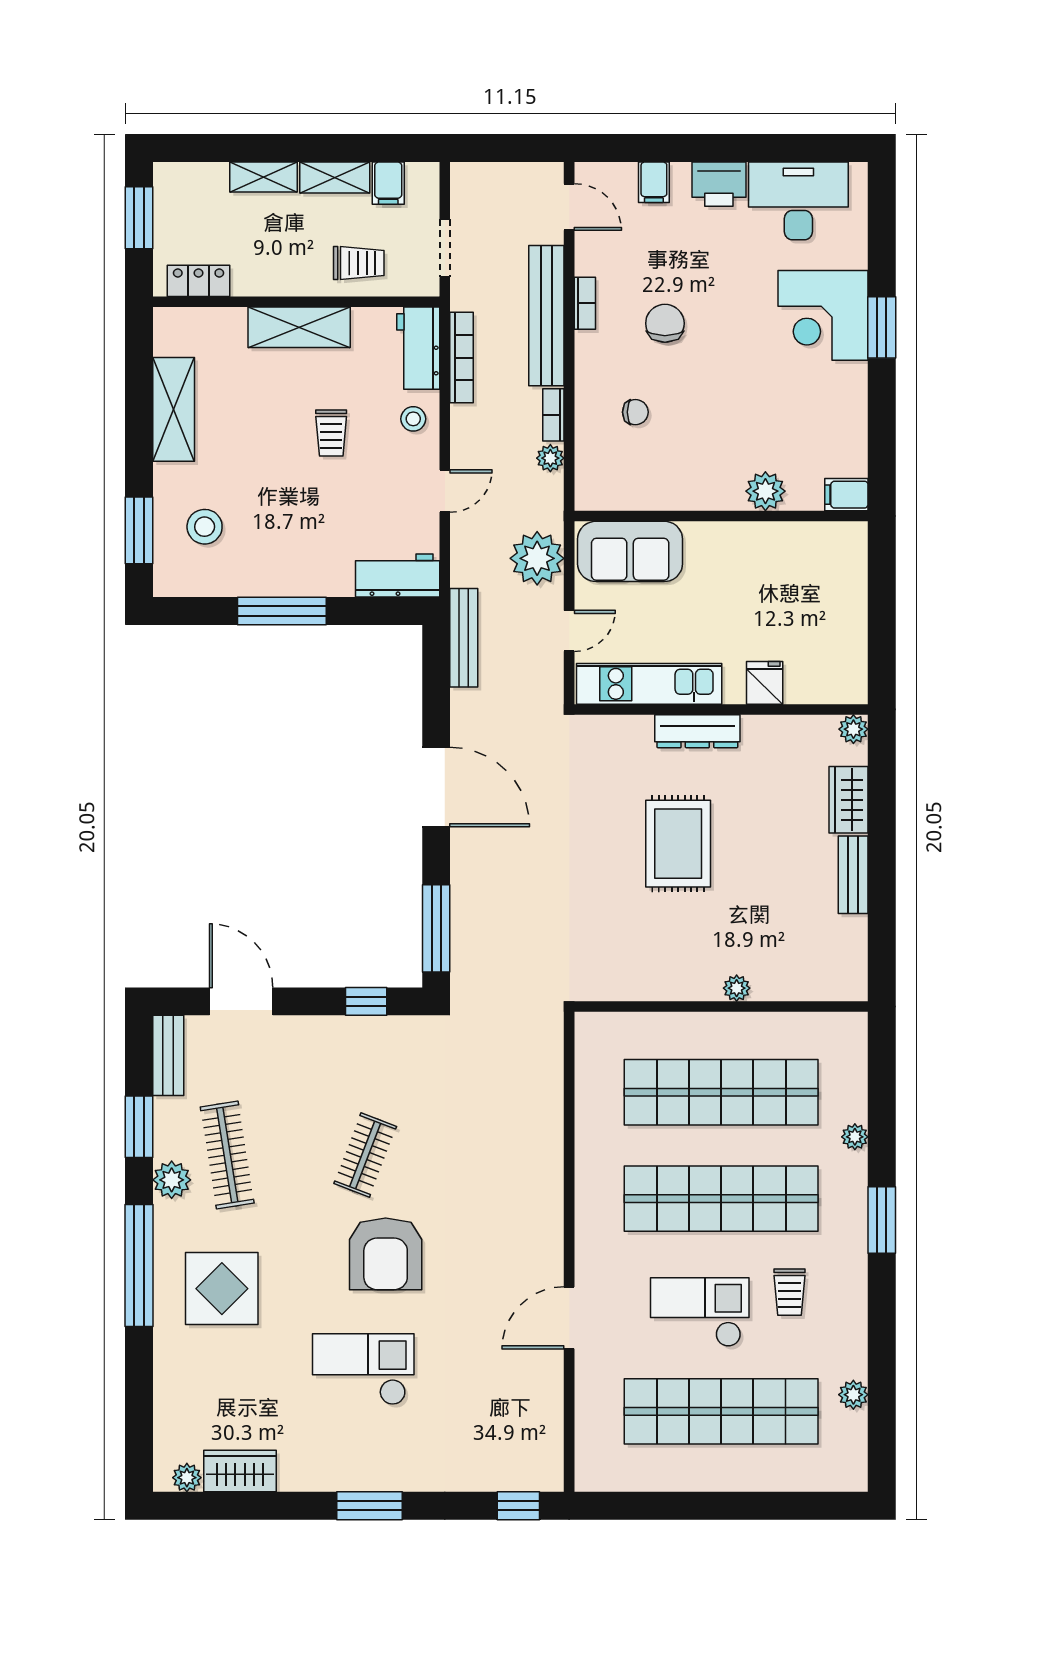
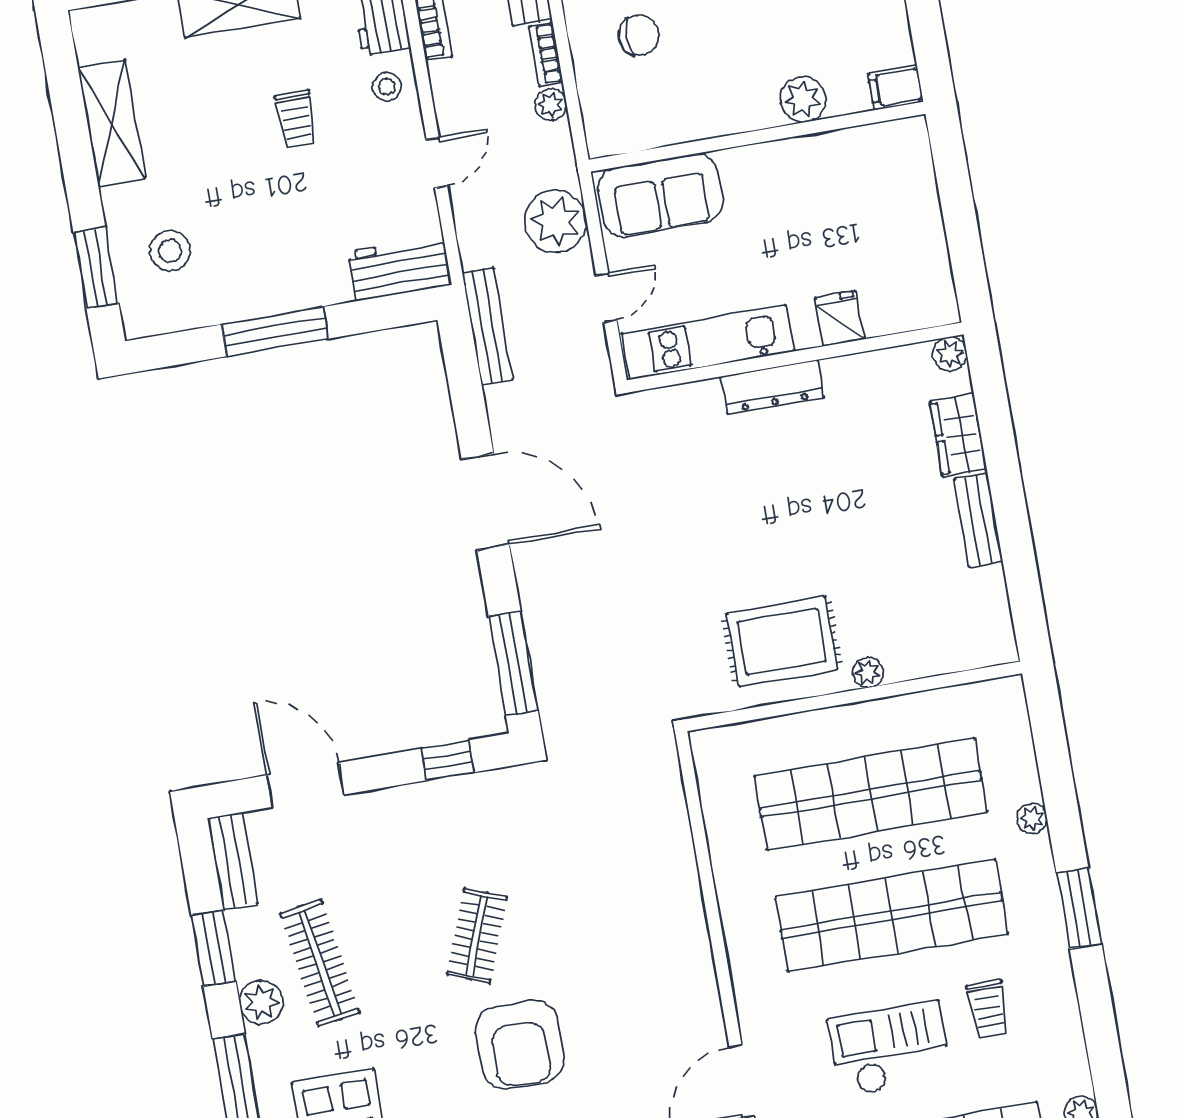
chair: (635, 412) -> (639, 35), width x1.37, depth x1.37
rug: (678, 844) -> (782, 641), moved, turned 90

